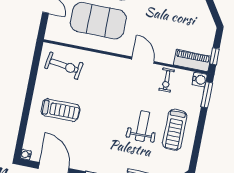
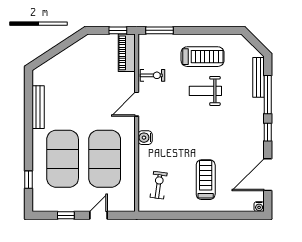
exercise bike: (64, 66) -> (159, 185), width x0.73, depth x0.72
water cooler: (200, 80) -> (145, 138), moved, turned -90

